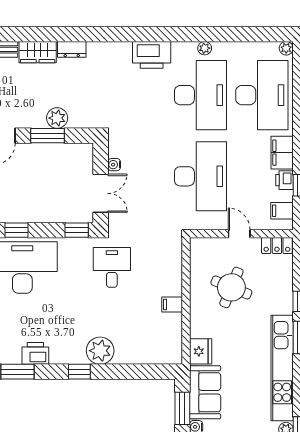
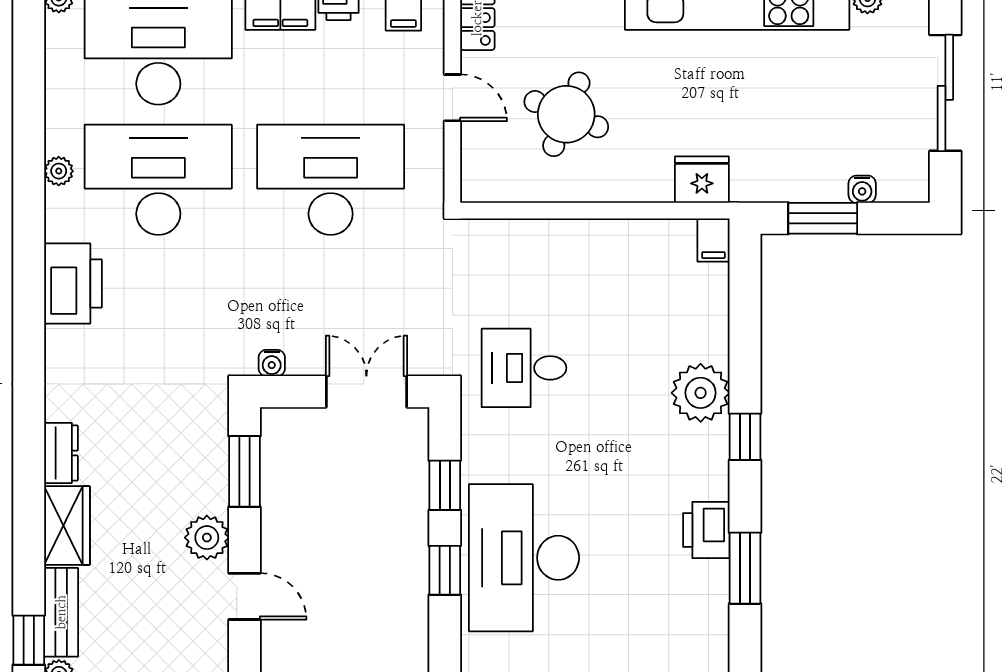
plant: (57, 118) -> (207, 538), moved
window: (47, 136) -> (244, 471), moved
water cooler: (114, 165) -> (272, 363), moved
window: (77, 230) -> (445, 485), moved
door: (239, 234) -> (452, 98), swing flipped
filing cabinet: (172, 304) -> (713, 240), moved
sofa: (205, 392) -> (789, 170), removed

